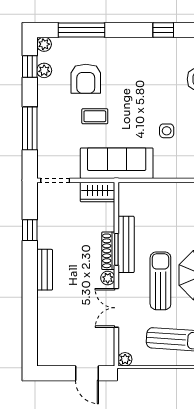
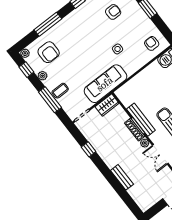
window: (81, 30) -> (48, 24), moved
plant: (44, 70) -> (43, 76), moved
armchair: (86, 79) -> (49, 52), moved
coffee table: (95, 116) -> (60, 91), moved
bench: (45, 270) -> (122, 177), moved

